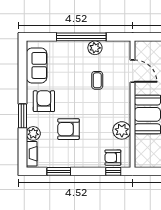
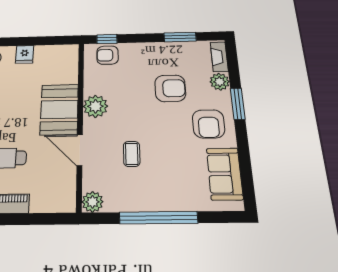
plant: (95, 48) -> (92, 202), moved
door: (133, 71) -> (80, 150), moved
plant: (122, 130) -> (95, 106), moved
armchair: (113, 158) -> (108, 55), turned 180

